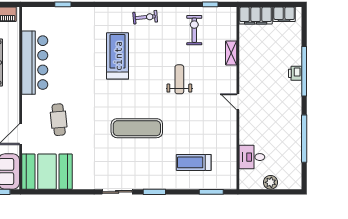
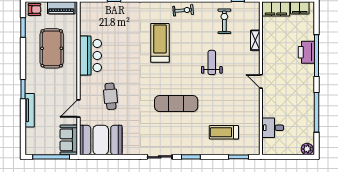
bar counter: (35, 63) -> (90, 56), width x0.73
printer: (295, 73) -> (306, 52), width x1.87, depth x1.48
plant: (270, 182) -> (307, 149), moved

